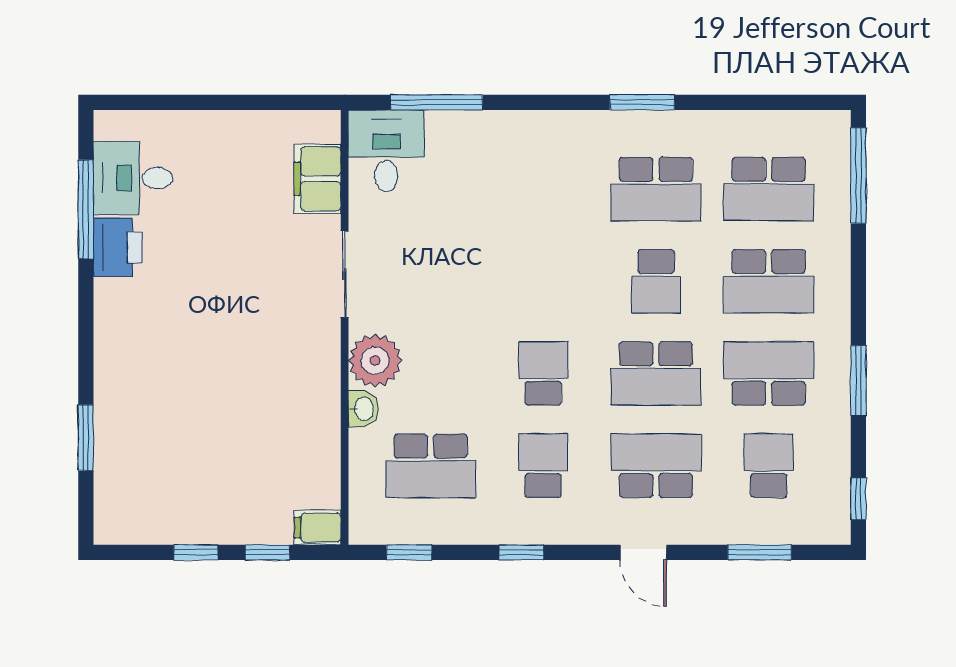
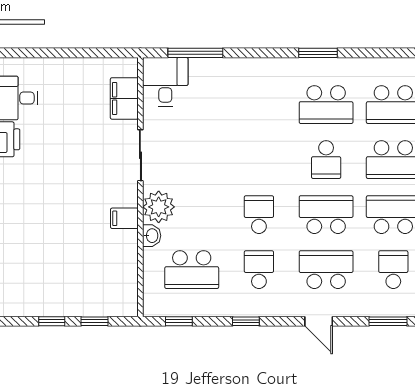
school desk: (656, 374) -> (326, 215), turned 180
filing cabinet: (318, 528) -> (124, 218), moved

